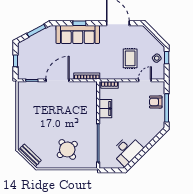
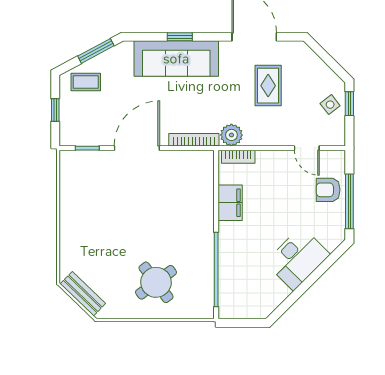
coffee table: (31, 47) -> (86, 82), added
rug: (130, 58) -> (268, 86), moved
plant: (106, 74) -> (231, 135), added
door: (145, 80) -> (307, 148), swing flipped
desk: (127, 150) -> (298, 258), moved

